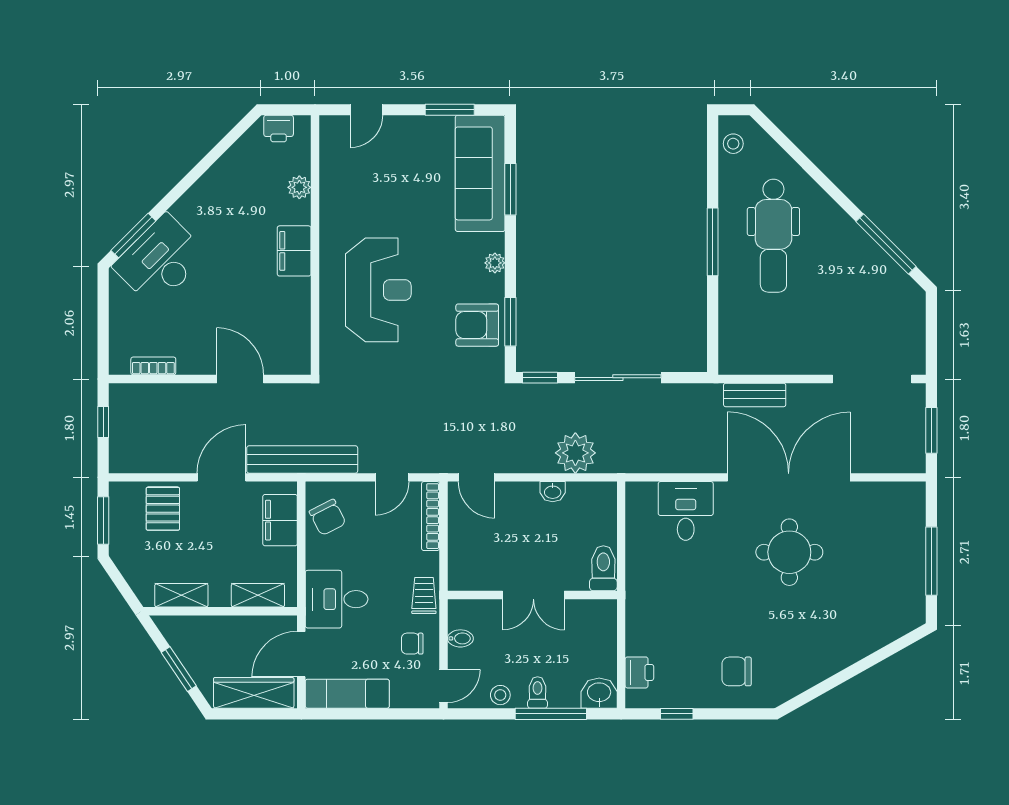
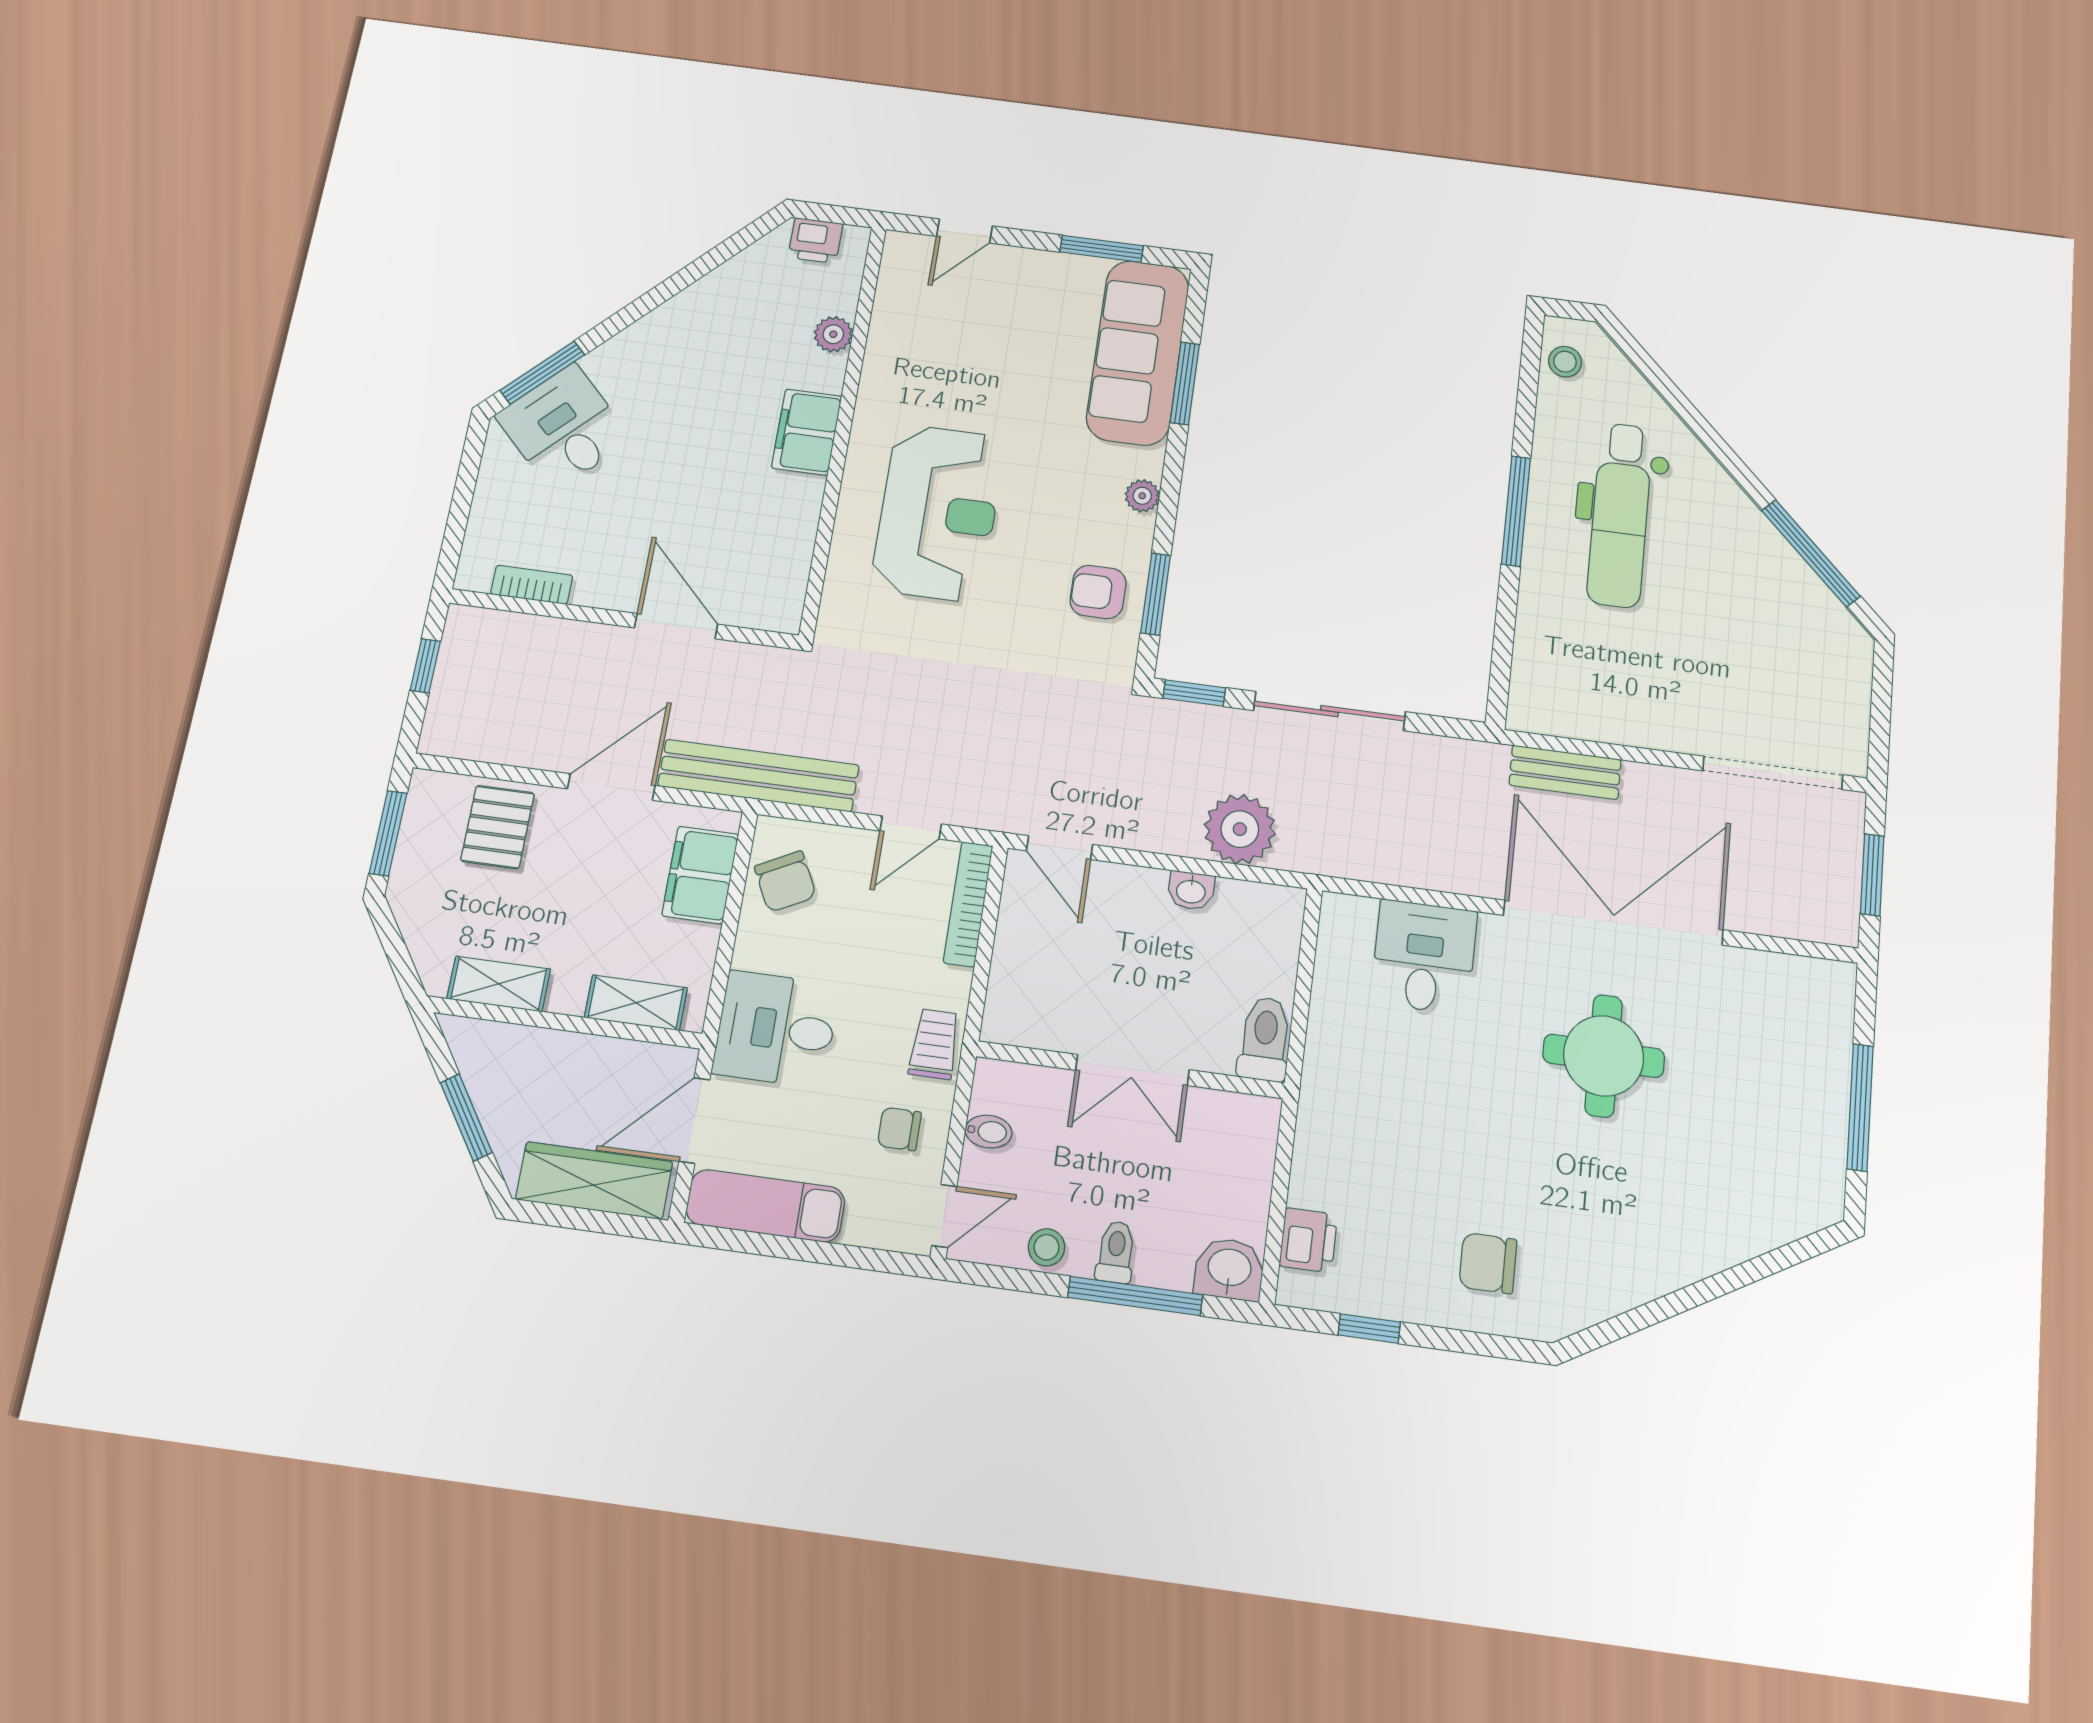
desk: (160, 260) -> (564, 427), width x0.73
armchair: (477, 325) -> (1098, 592), width x0.72, depth x0.72

